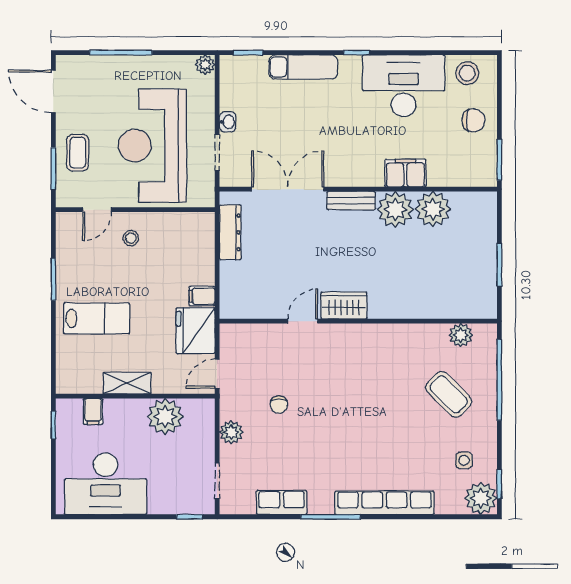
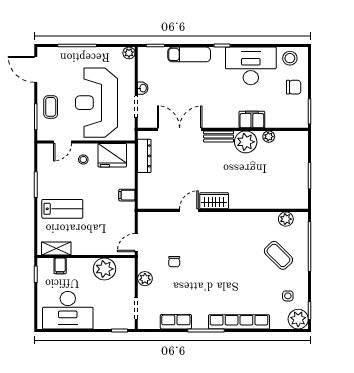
plant: (433, 209) -> (269, 137), width x0.53, depth x0.53
fridge: (196, 331) -> (112, 155), moved, turned -90
shelving: (127, 383) -> (56, 248), moved

